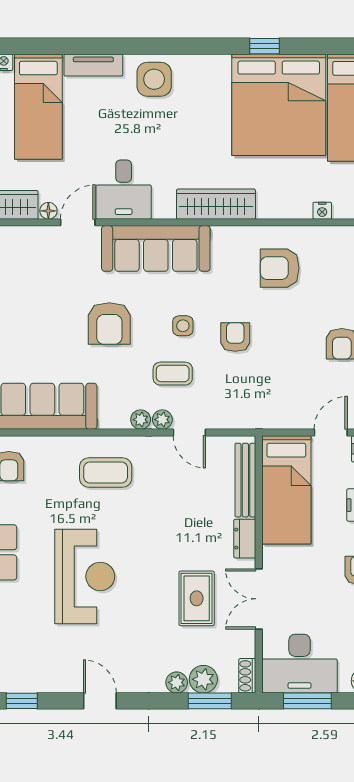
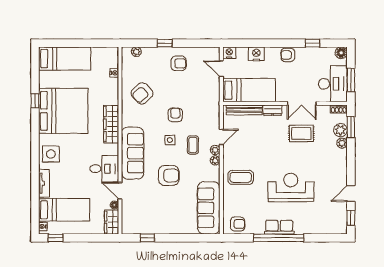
bed: (279, 105) -> (63, 111), moved
armchair: (280, 268) -> (142, 93), turned 48
armchair: (235, 337) -> (175, 115), turned 90
coffee table: (106, 472) -> (241, 177), turned 90
door: (100, 701) -> (351, 194), moved

